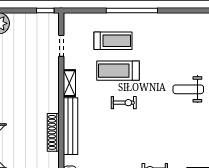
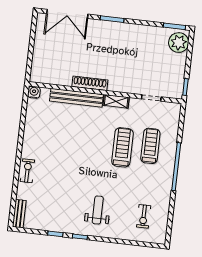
treadmill: (113, 41) -> (150, 146), turned 180
exercise bike: (124, 103) -> (144, 216), moved
shoe rack: (53, 132) -> (90, 83), moved

